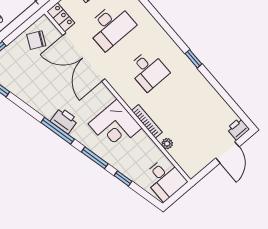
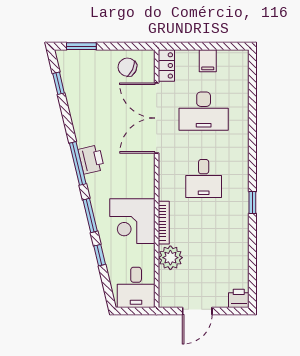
corner desk: (115, 126) -> (132, 221), moved
plant: (167, 144) -> (170, 258), width x1.88, depth x1.88
door: (227, 152) -> (197, 311), moved

